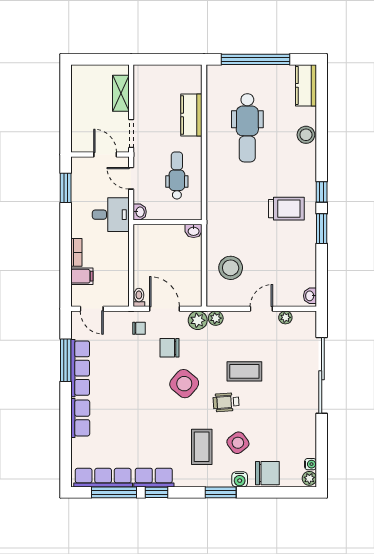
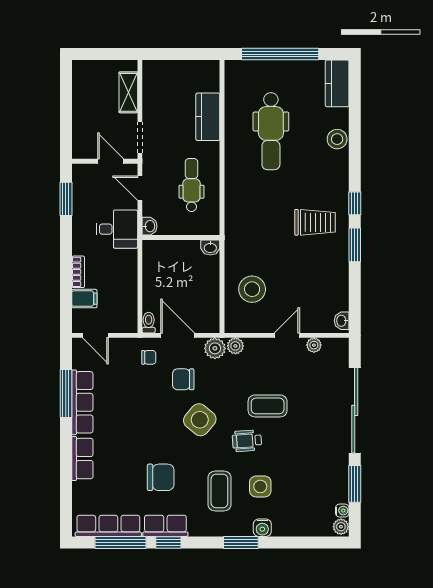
window: (322, 440) -> (355, 484), added
side table: (238, 443) -> (260, 486), turned 37
chair: (267, 473) -> (161, 477), moved

